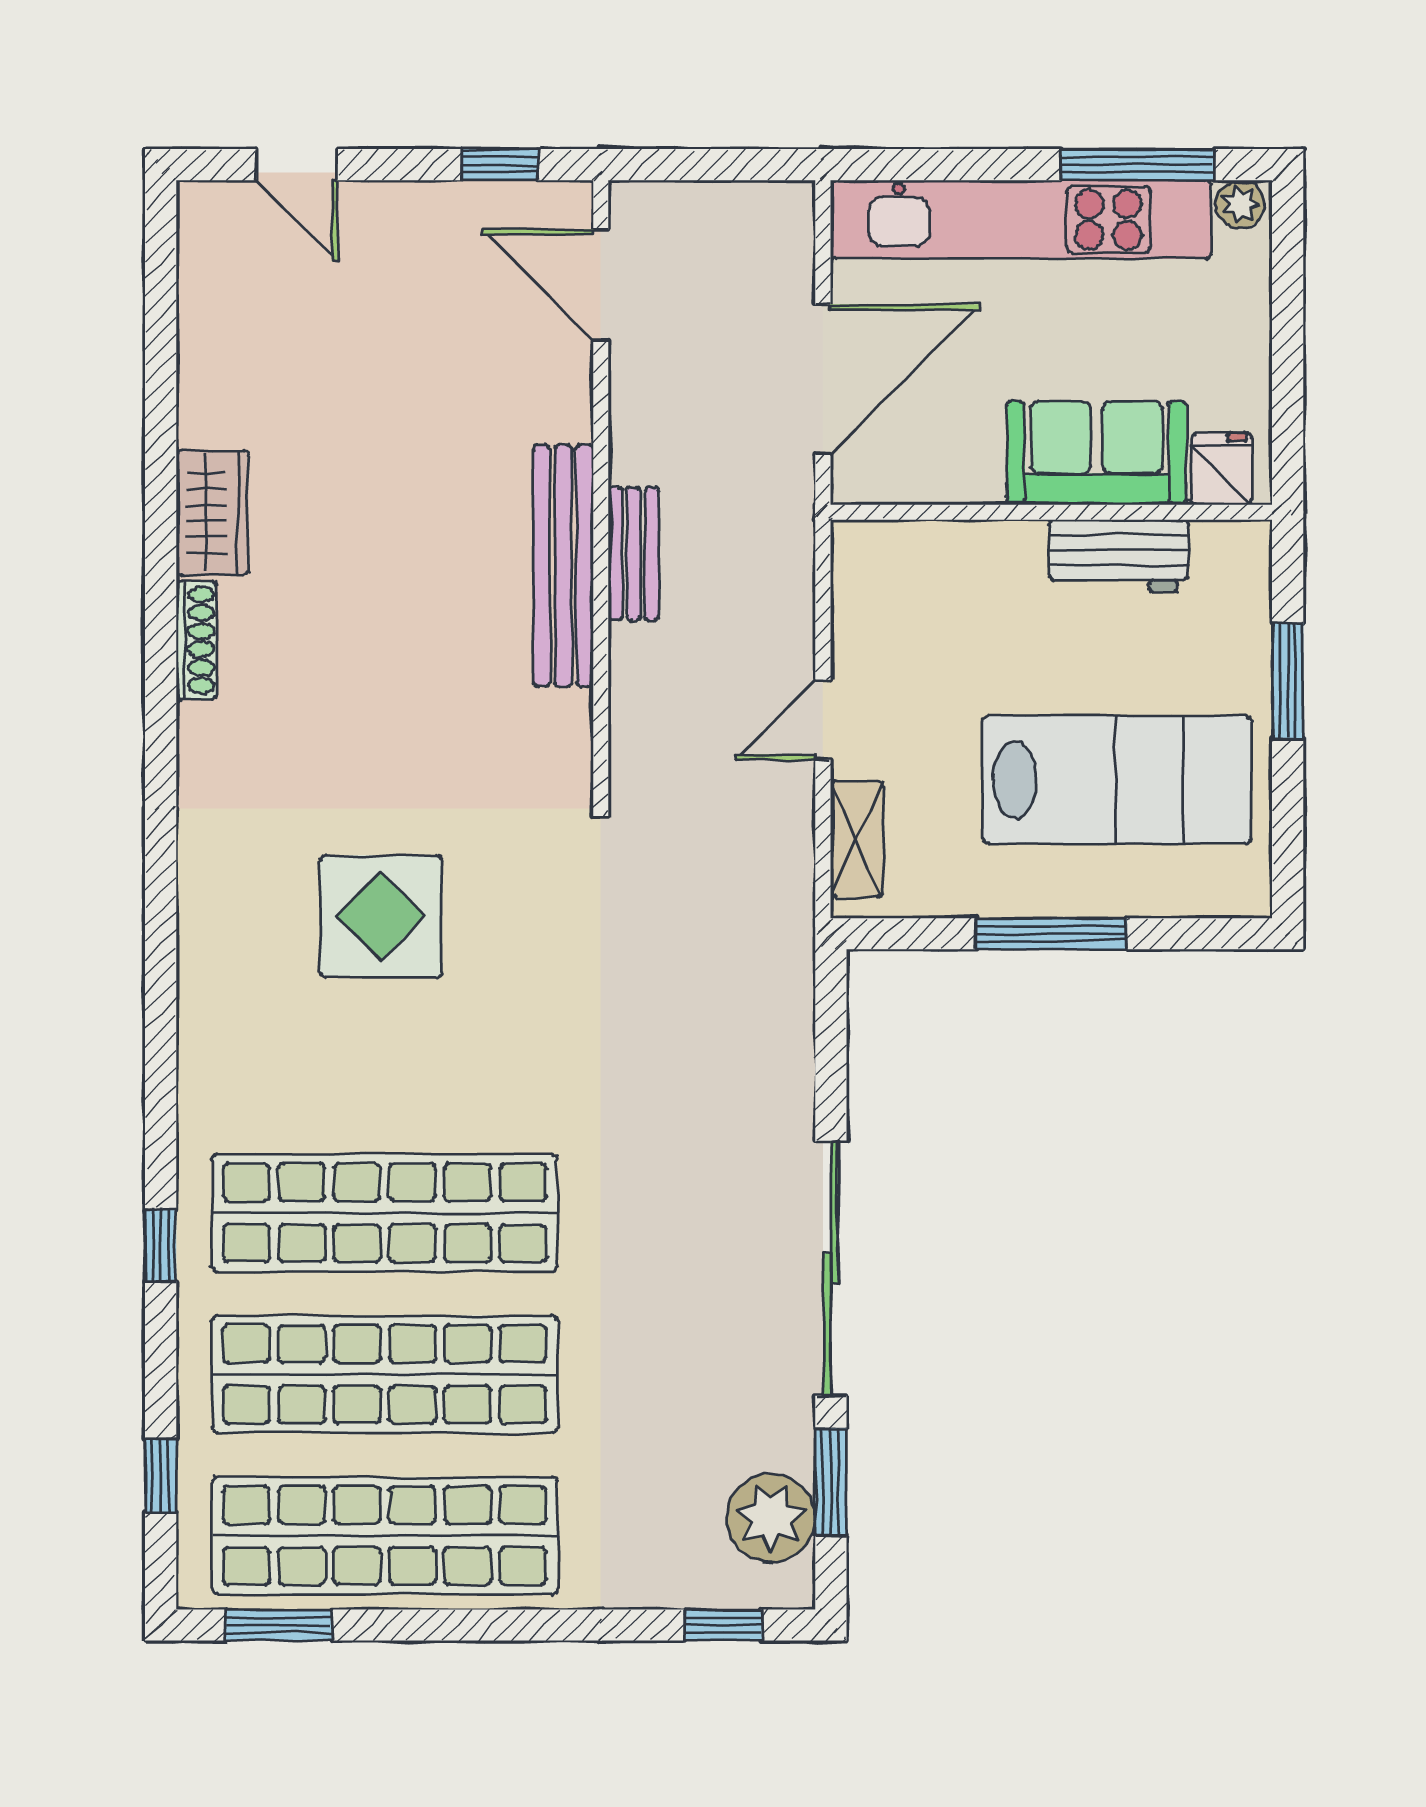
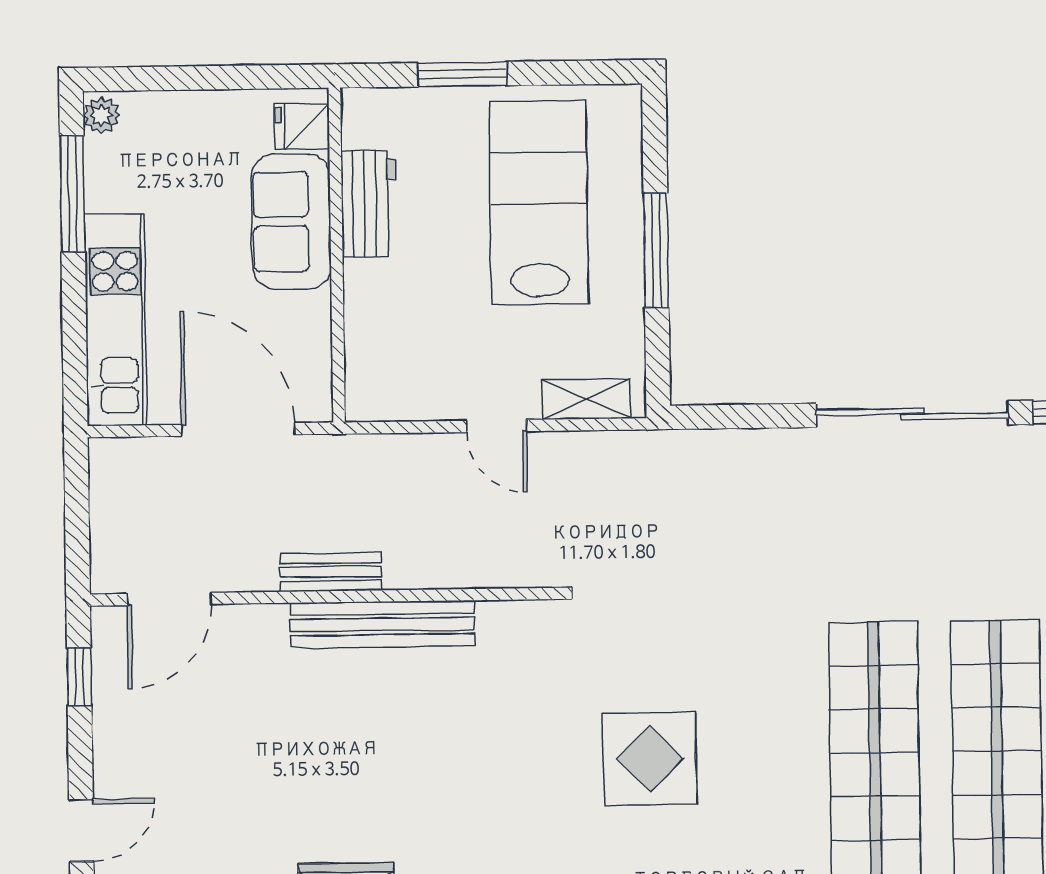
kitchen unit: (1021, 219) -> (116, 320), width x0.73
bench: (633, 554) -> (331, 572), moved

